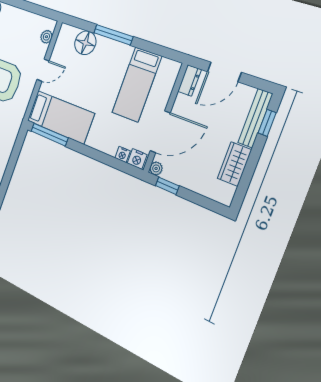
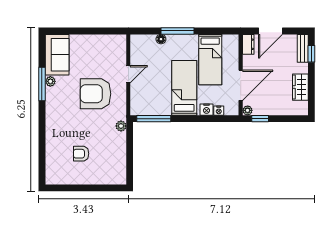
plant: (46, 37) -> (121, 126), moved
floor lamp: (85, 43) -> (161, 39), width x0.53, depth x0.53
bed: (60, 117) -> (184, 88), moved, turned -90
bench: (255, 118) -> (303, 48), width x0.73
nightstand: (137, 159) -> (206, 110), moved

